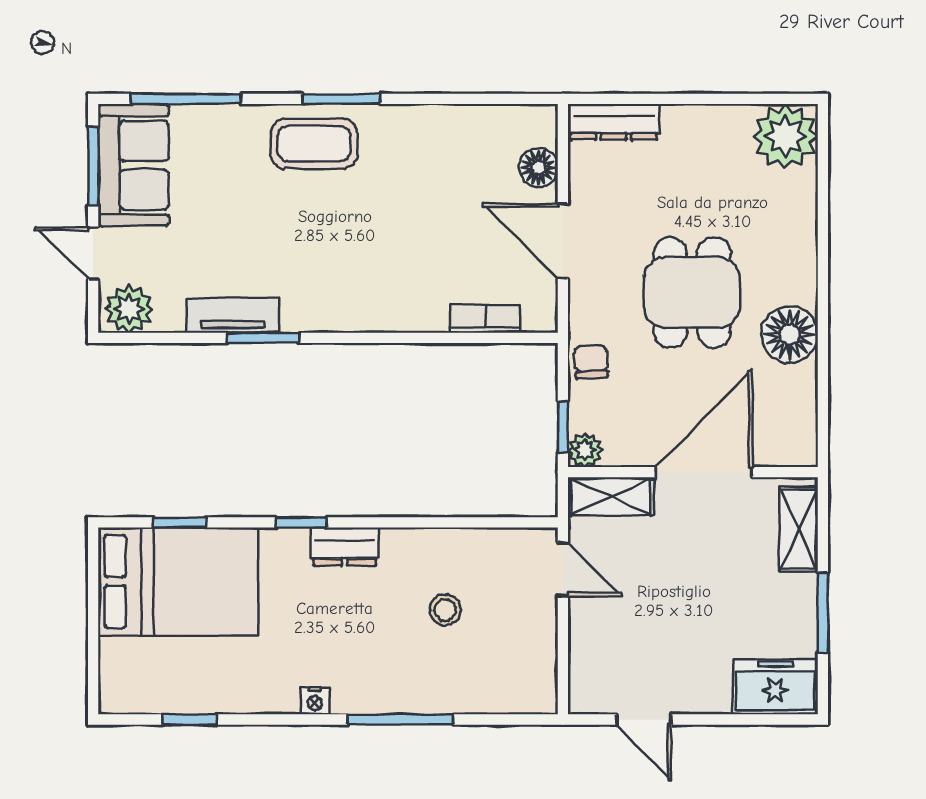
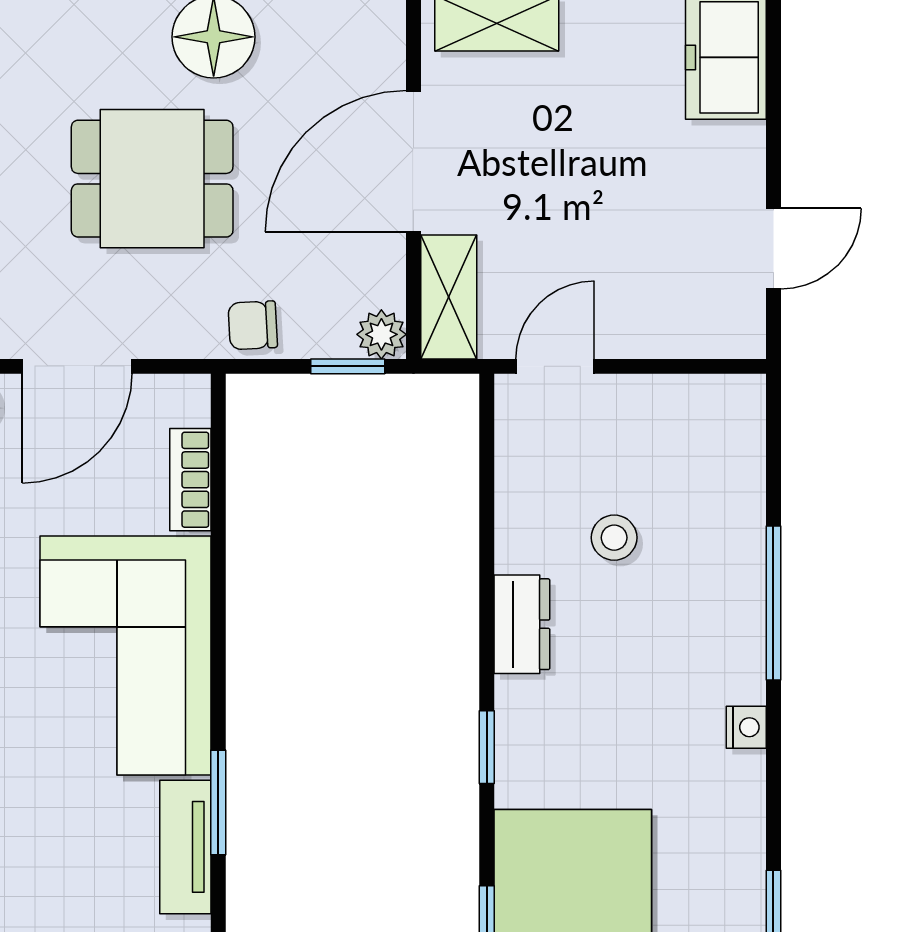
corner sofa: (364, 274) -> (126, 656), added
door: (704, 472) -> (413, 161), hinge flipped
dresser: (345, 547) -> (522, 624), moved

